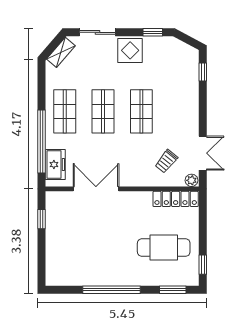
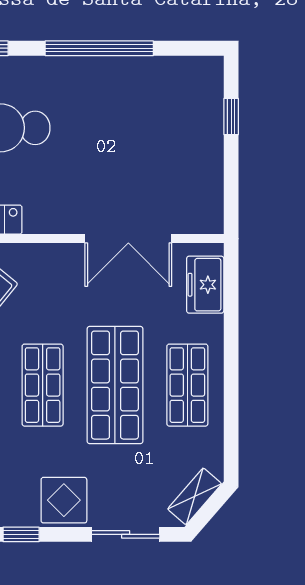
shop shelf: (103, 111) -> (115, 385), width x1.43, depth x1.36
window: (42, 141) -> (231, 328), removed
window: (42, 219) -> (231, 117), moved

